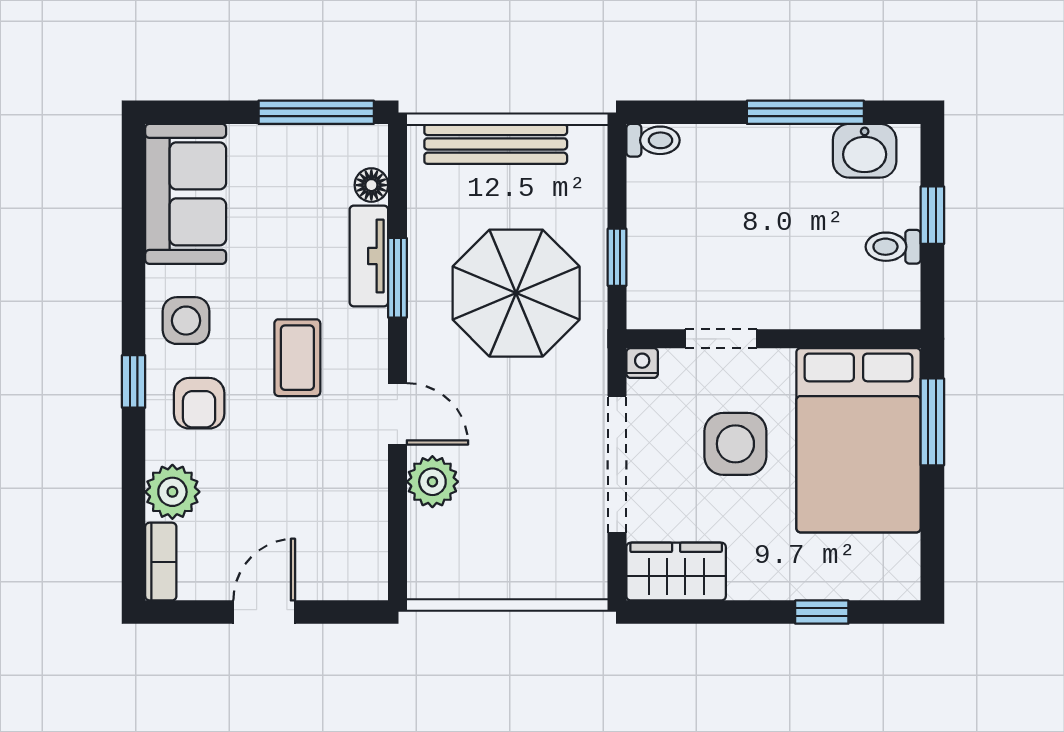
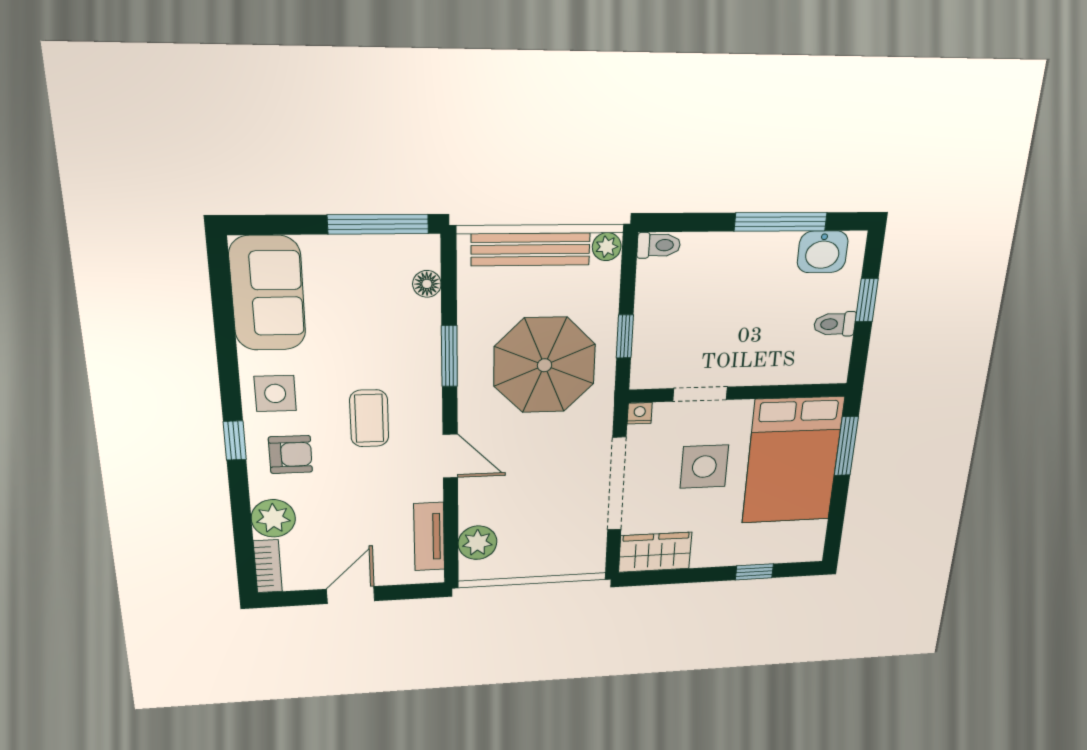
plant: (588, 141) -> (607, 247), added
tv unit: (369, 256) -> (429, 537), moved
armchair: (199, 403) -> (290, 455), turned -90
plant: (432, 482) -> (477, 543), moved

